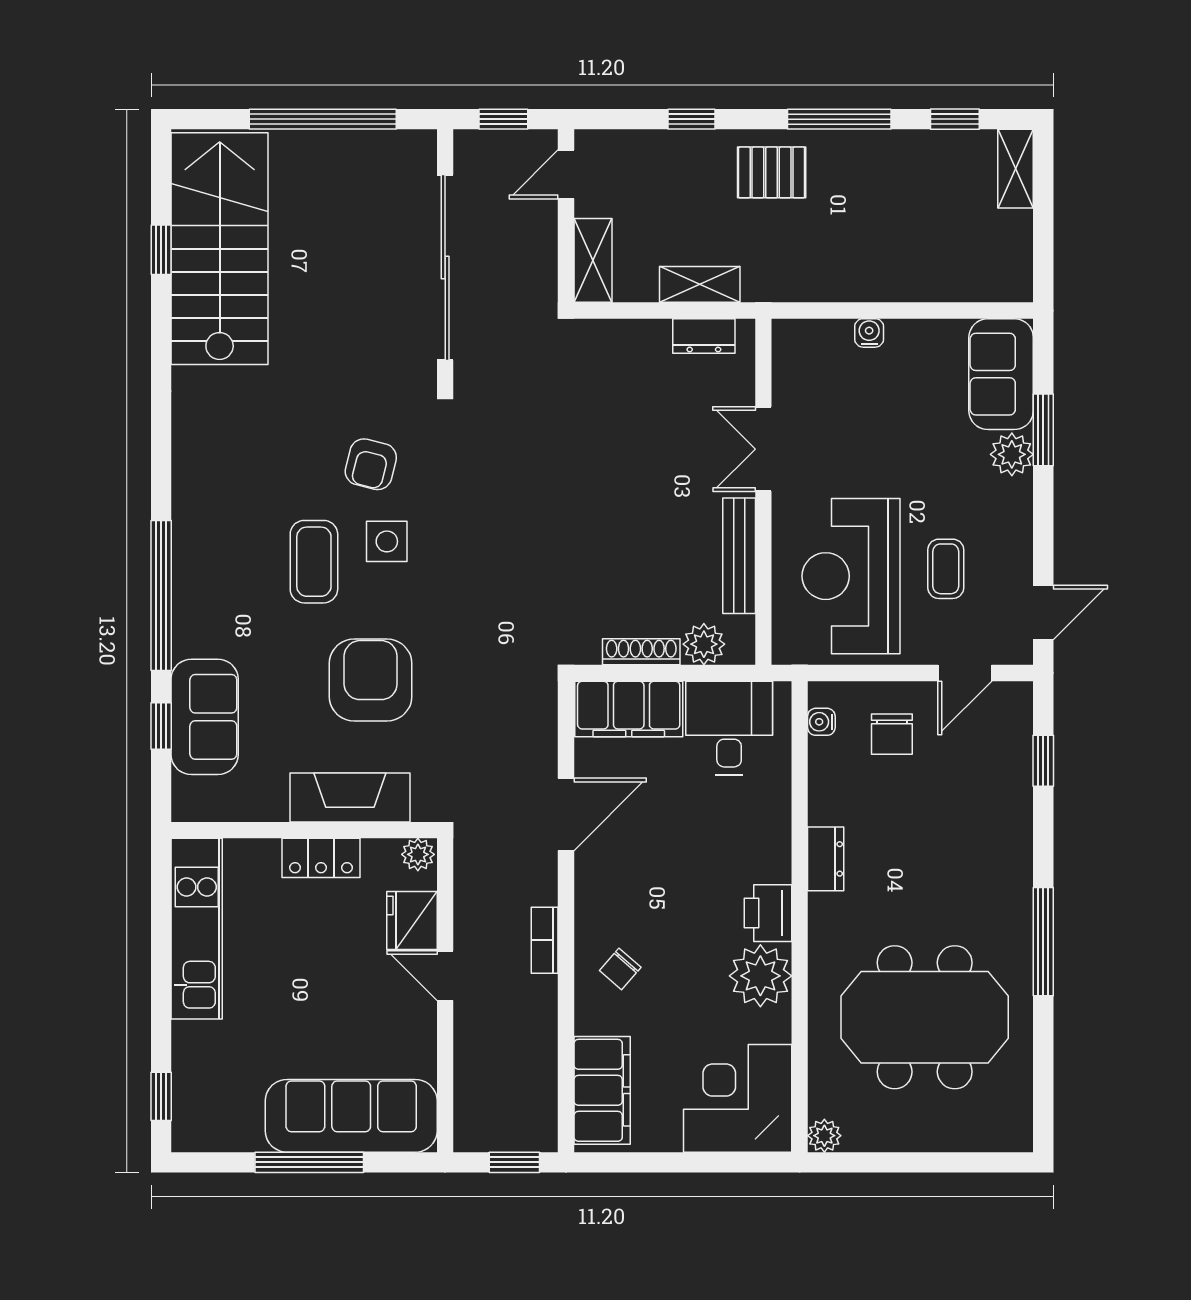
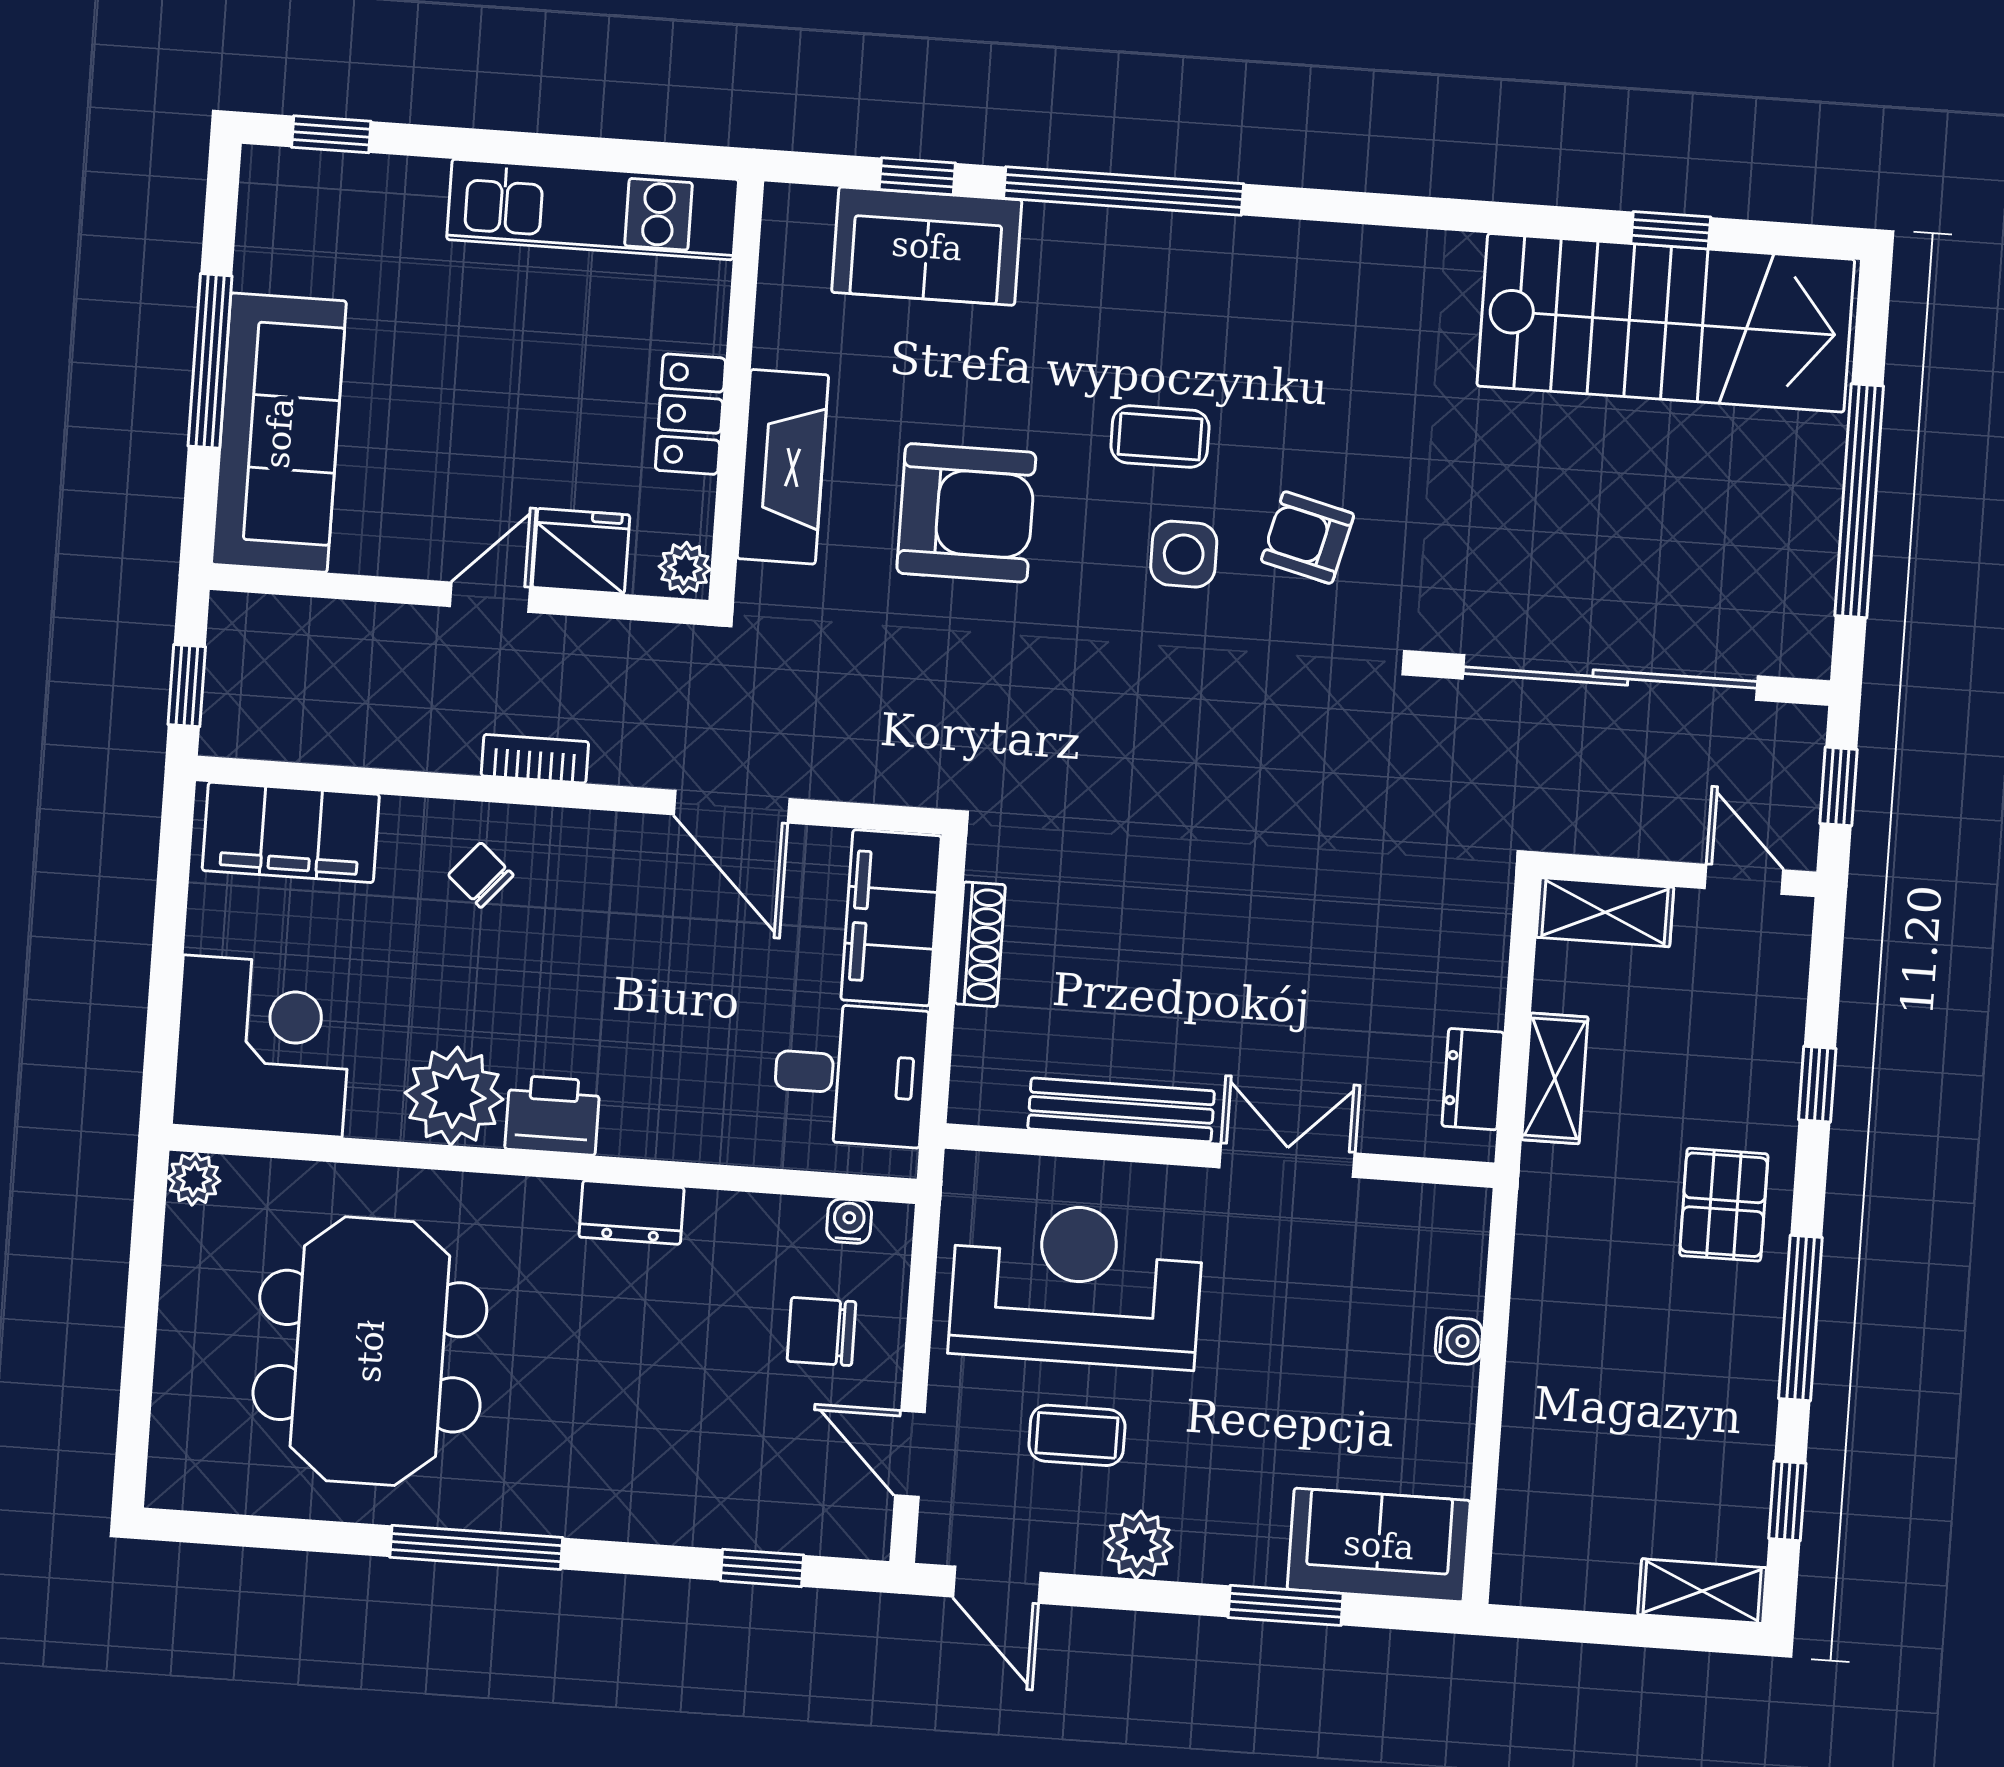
plant: (1012, 454) -> (1139, 1545), moved
coffee table: (314, 562) -> (1160, 437), width x0.73, depth x0.77
plant: (704, 644) -> (985, 1044), removed

